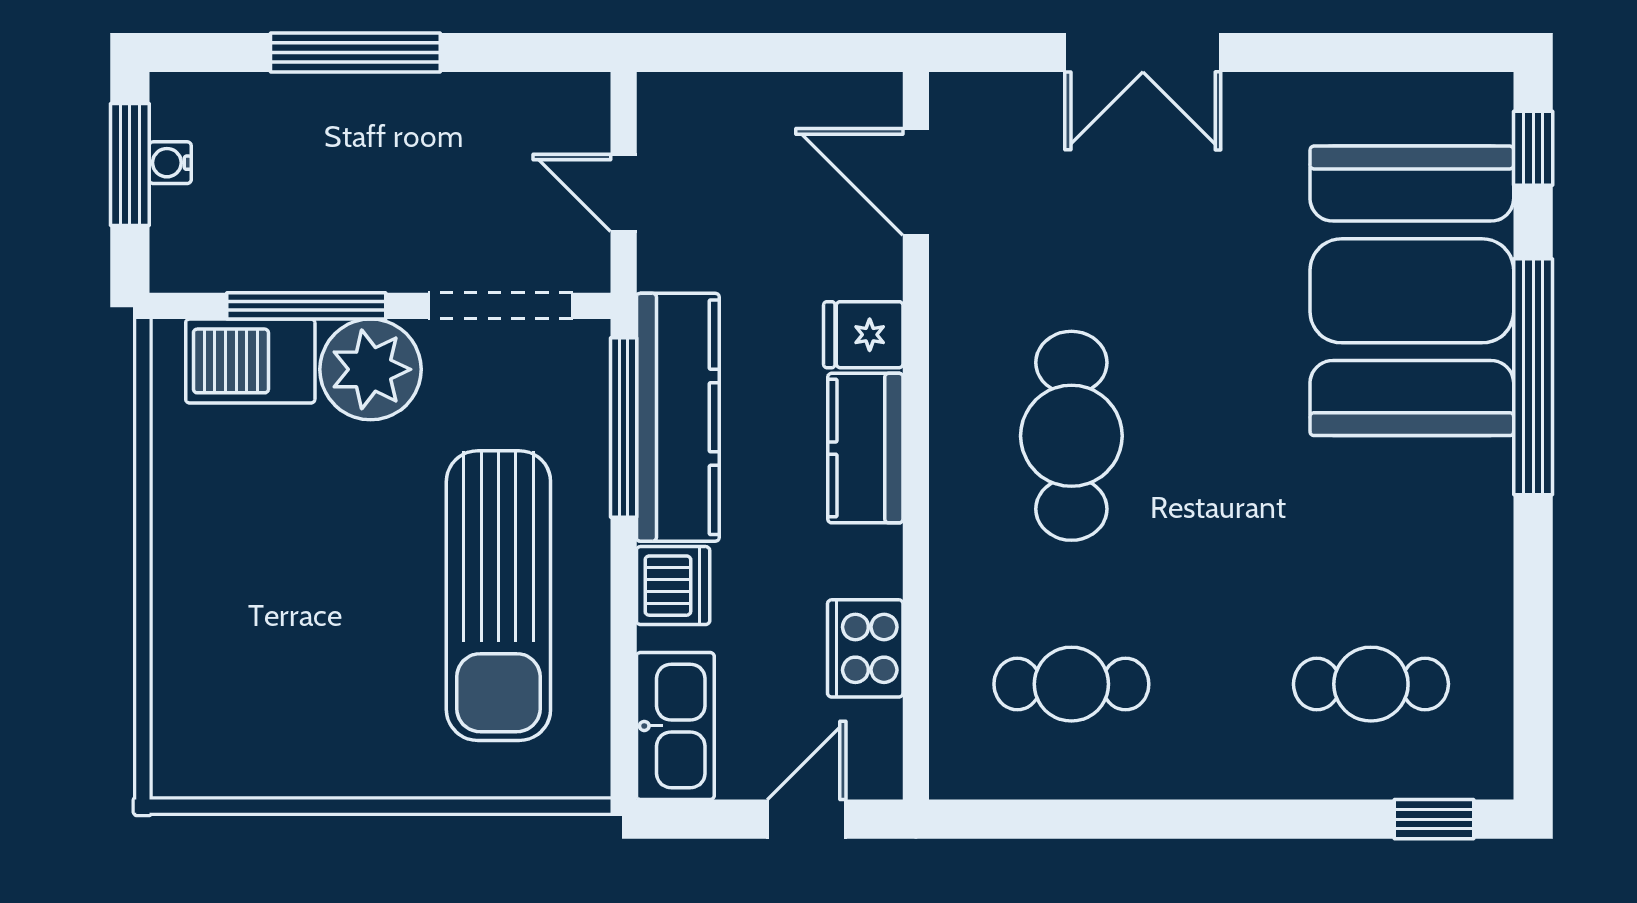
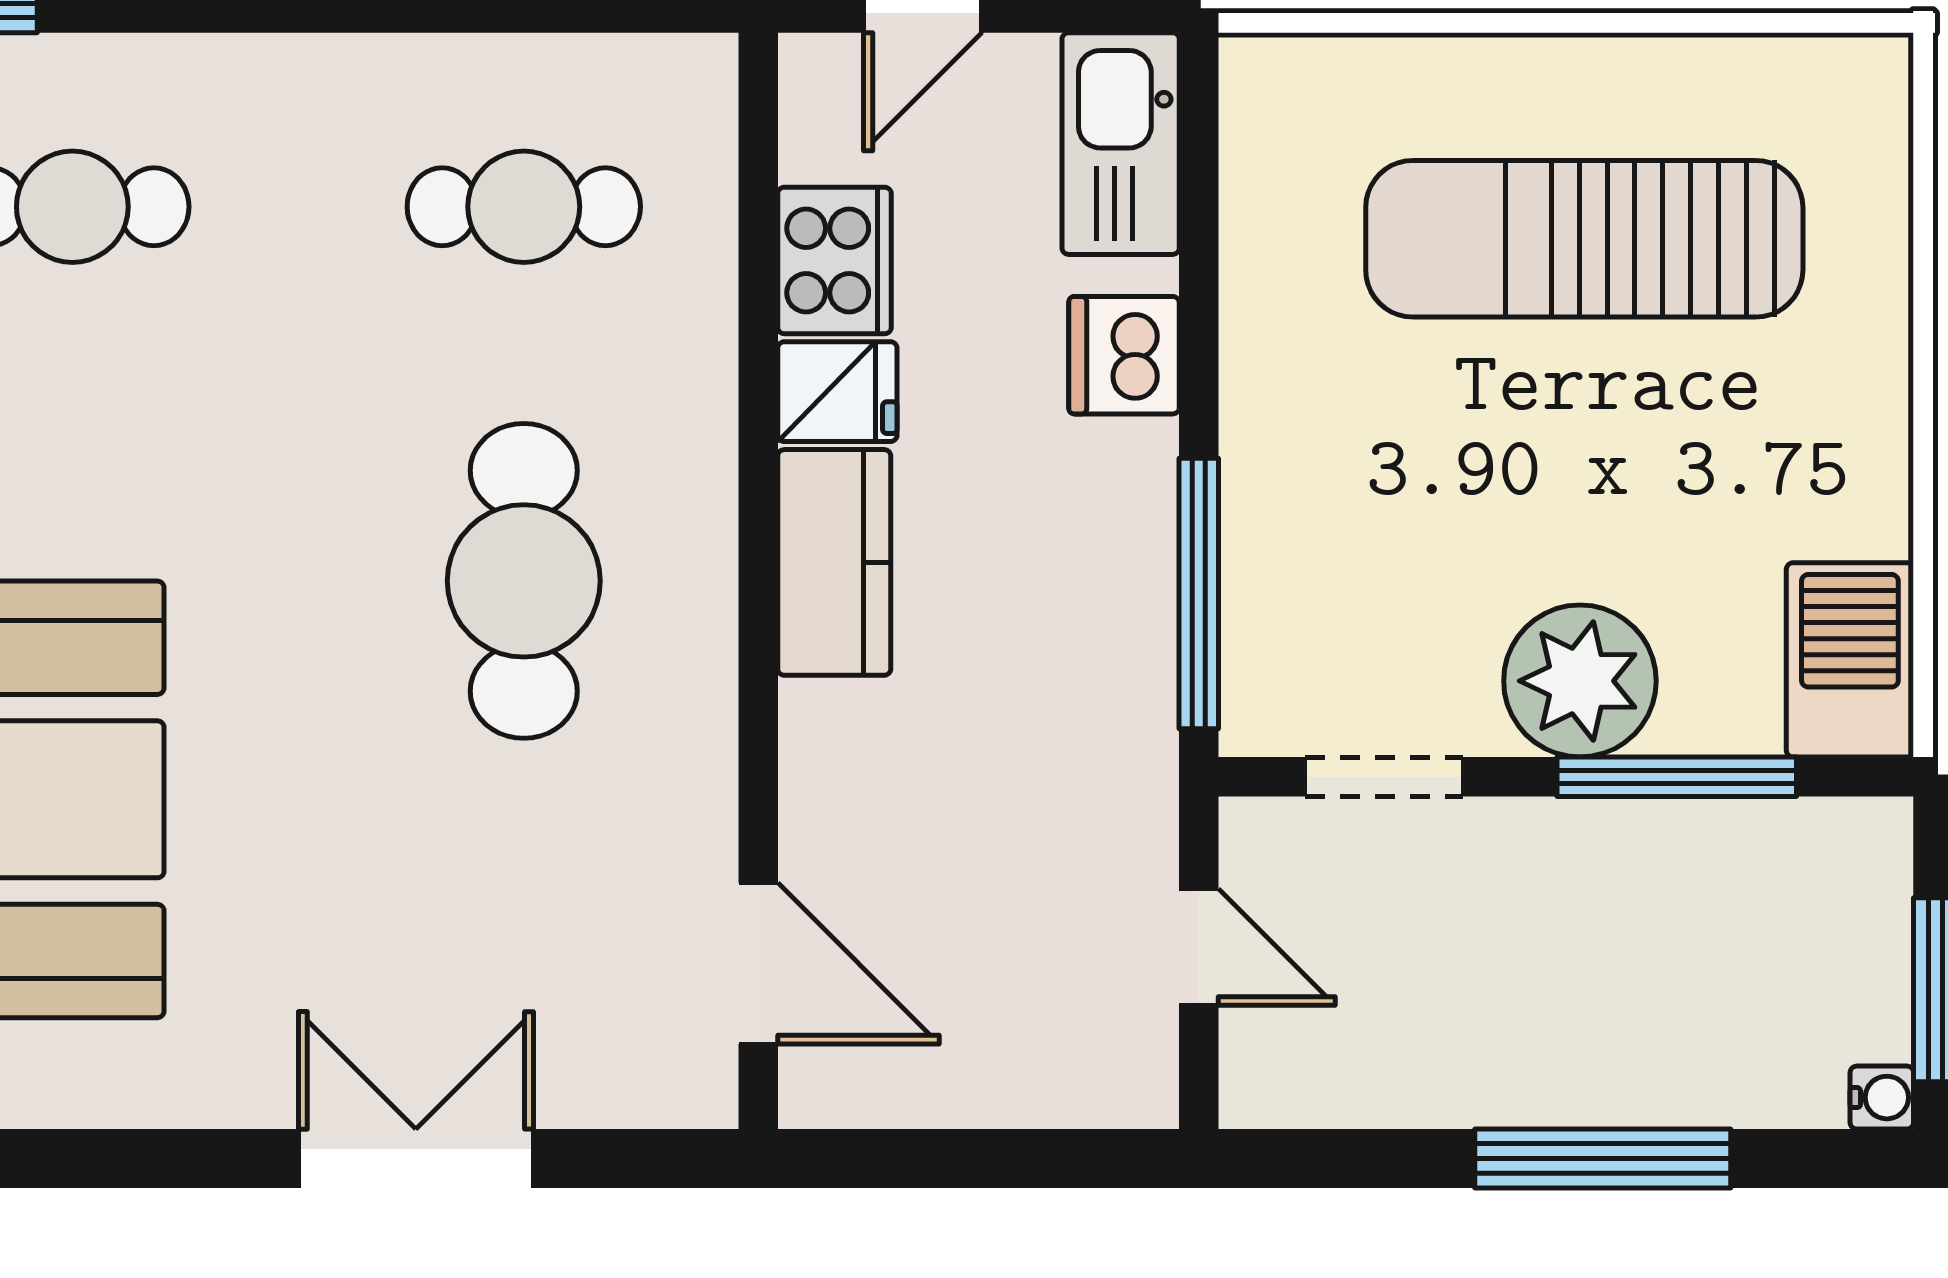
water cooler: (170, 163) -> (1882, 1098), moved
doorway: (501, 306) -> (1384, 777), width x0.73
fridge: (863, 335) -> (837, 392), moved
barbecue: (250, 361) -> (1850, 660), moved, turned -90
kitchen counter: (678, 417) -> (1117, 609), removed
sun lounger: (498, 596) -> (1584, 239), moved, turned -90

